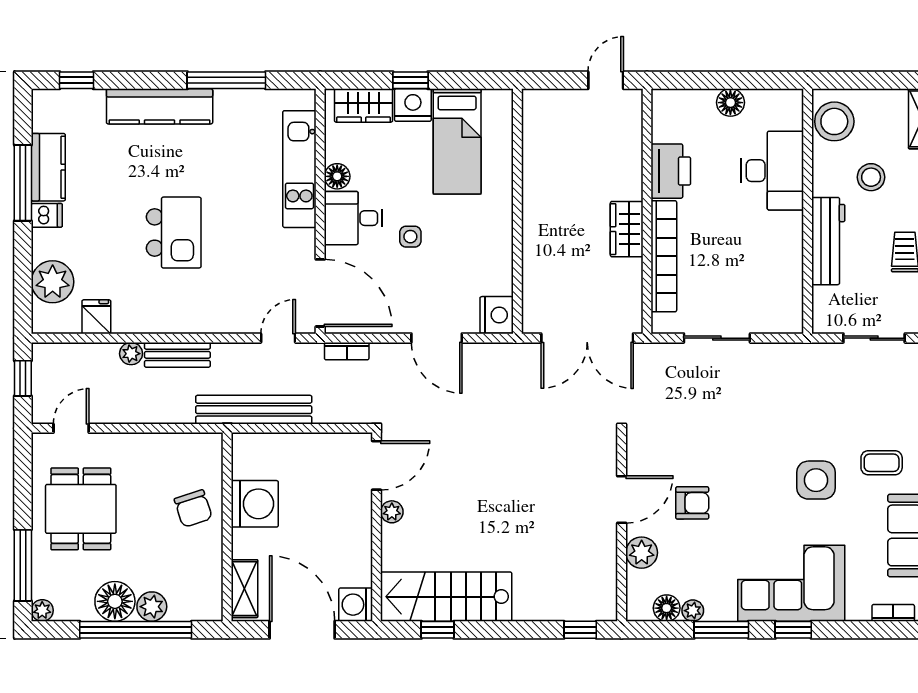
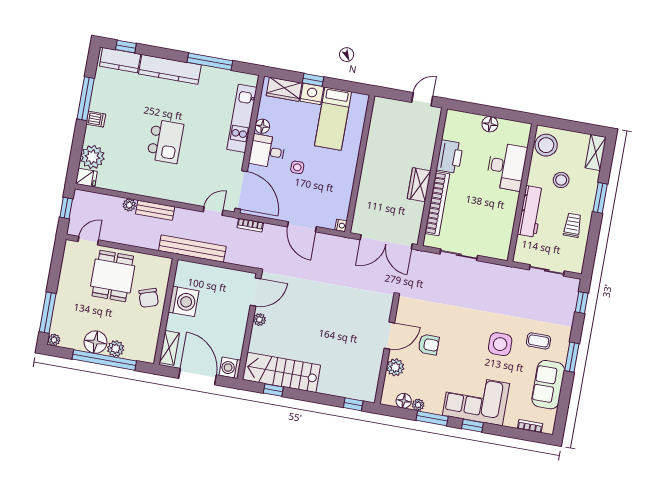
kitchen counter: (48, 167) -> (120, 60), moved, turned 90
nightstand: (497, 315) -> (341, 225), width x0.53, depth x0.56
fridge: (96, 317) -> (86, 178), moved, turned 90
dining table: (81, 509) -> (113, 276), moved

